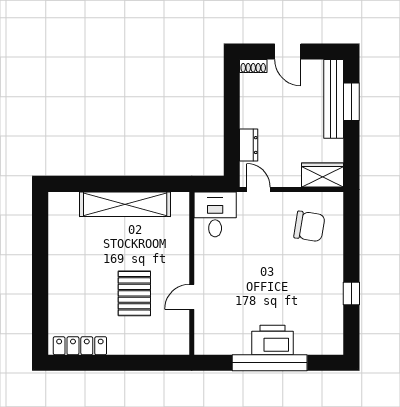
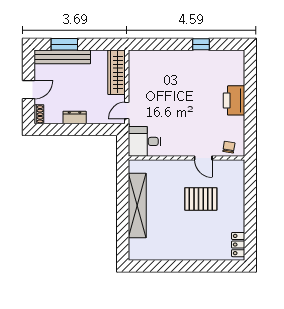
dresser: (249, 145) -> (75, 117), moved
wardrobe: (323, 175) -> (116, 72), width x1.50
chair: (309, 226) -> (229, 147), moved, width x0.54, depth x0.54
locker: (80, 346) -> (238, 245), width x0.66
window: (270, 363) -> (250, 103), removed

